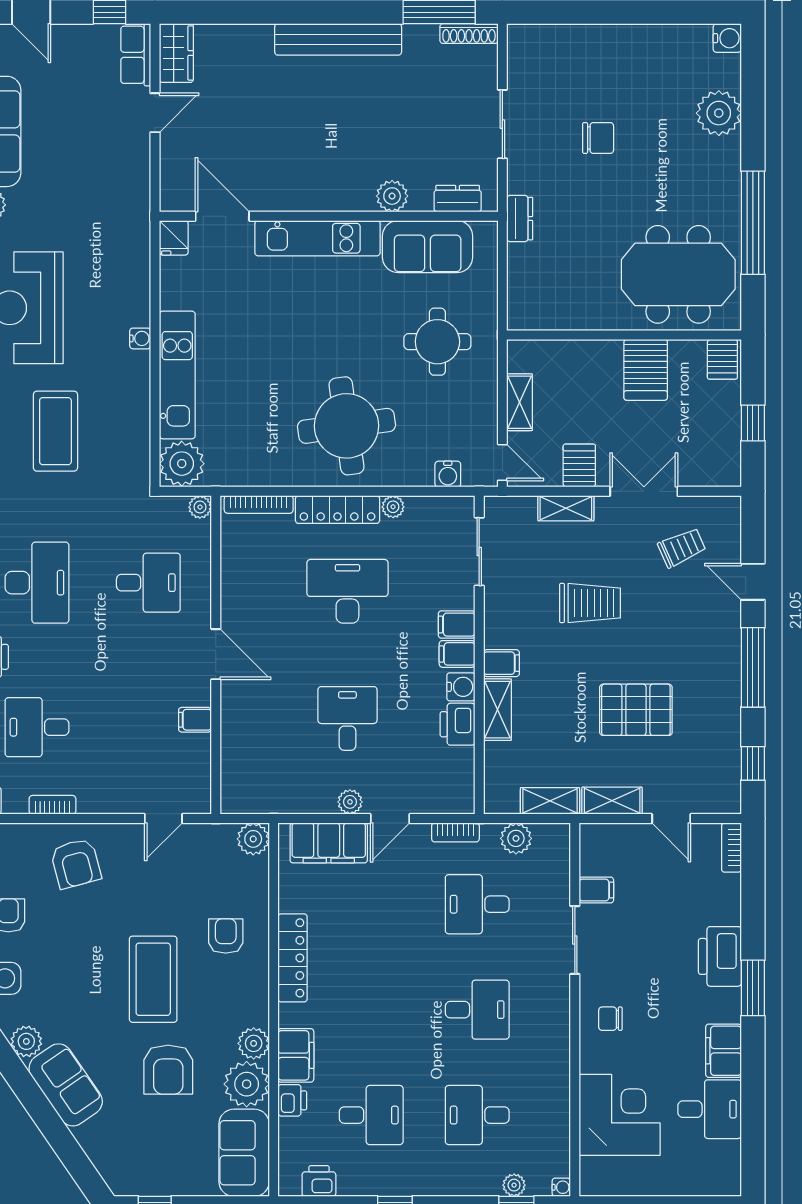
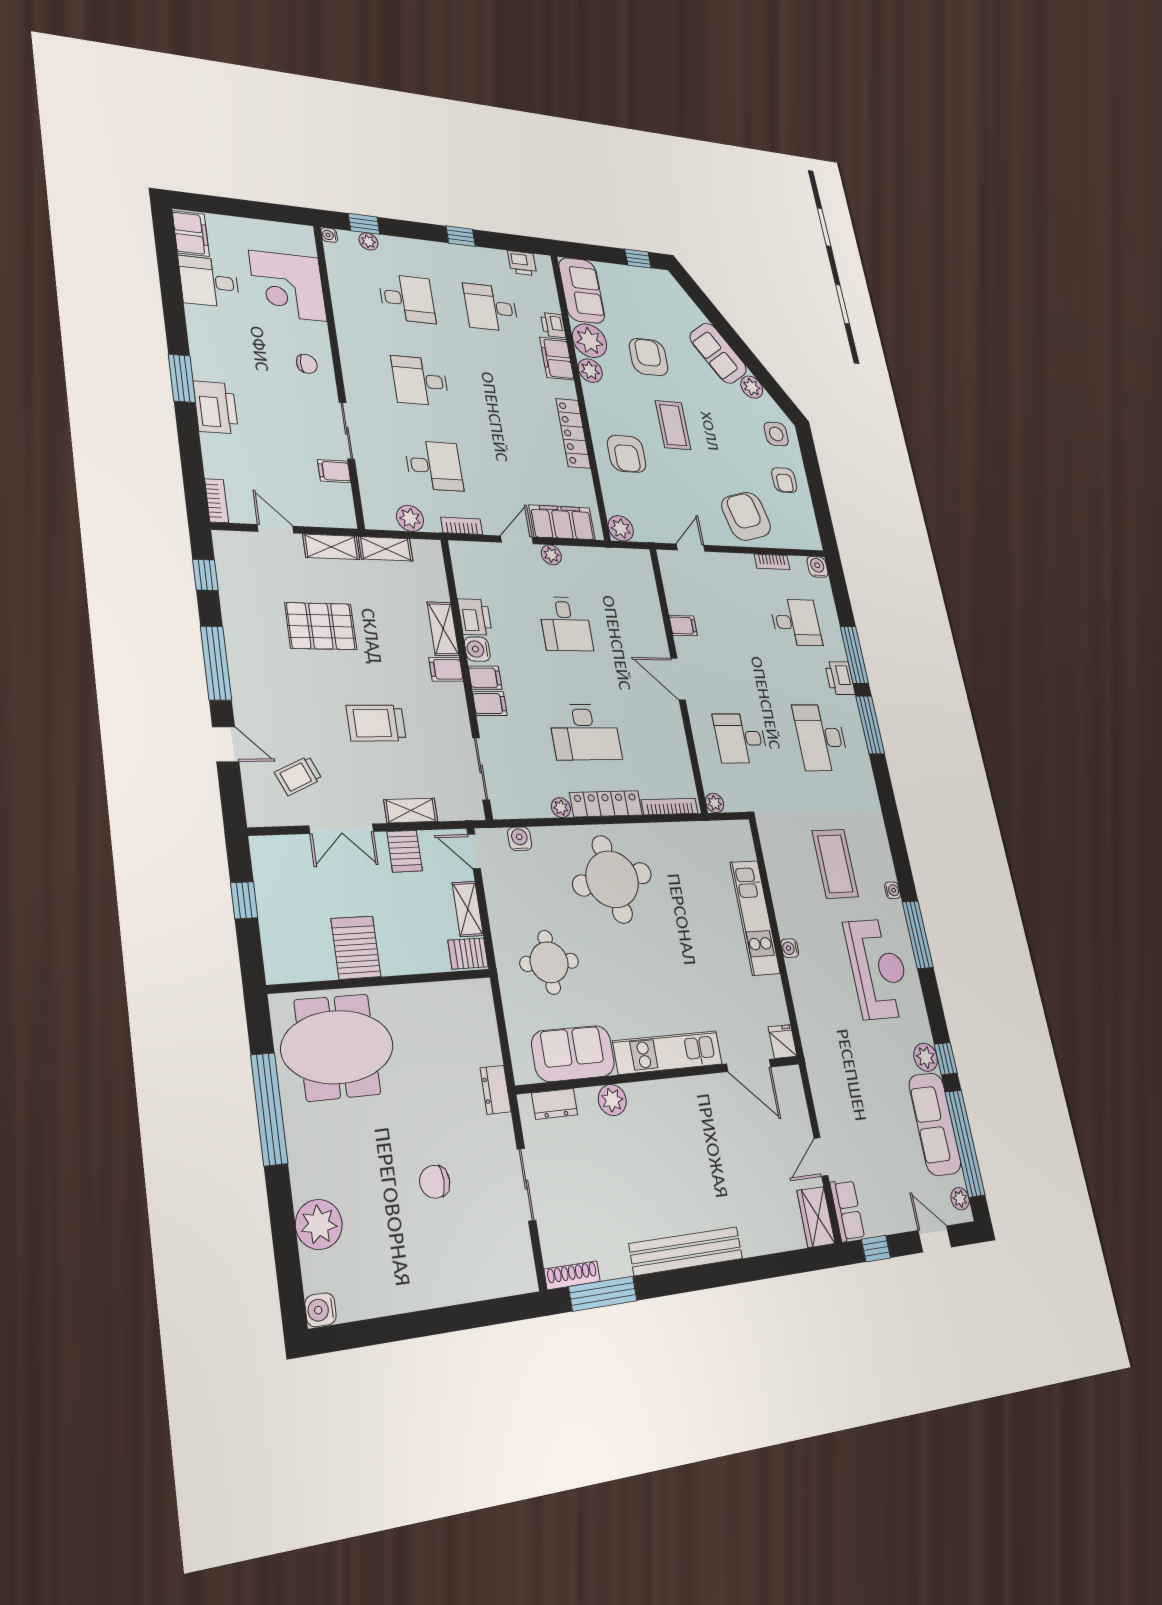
server rack: (722, 359) -> (468, 953), moved, turned -90
plant: (182, 464) -> (736, 840), removed
armchair: (76, 863) -> (746, 516), width x1.36, depth x1.36
armchair: (226, 936) -> (627, 454), width x1.38, depth x1.38
coffee table: (153, 979) -> (673, 425), width x0.73, depth x0.76
filing cabinet: (723, 1051) -> (191, 233), moved

